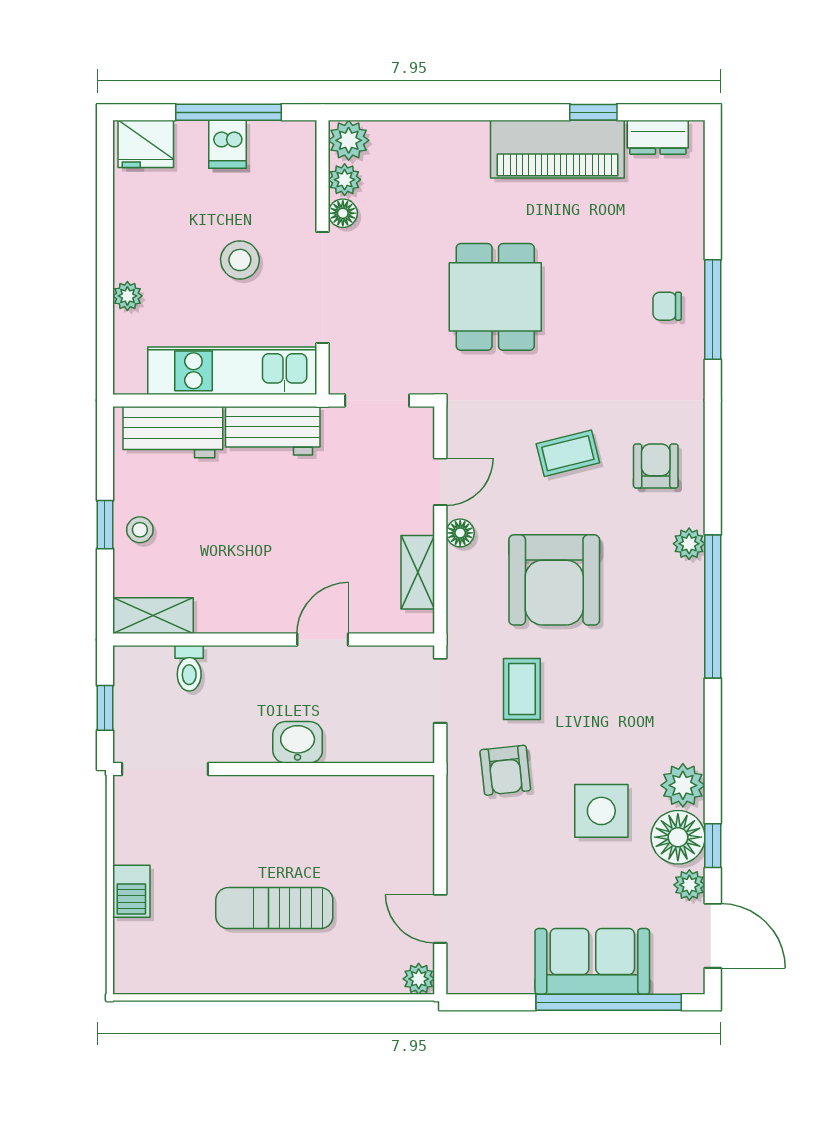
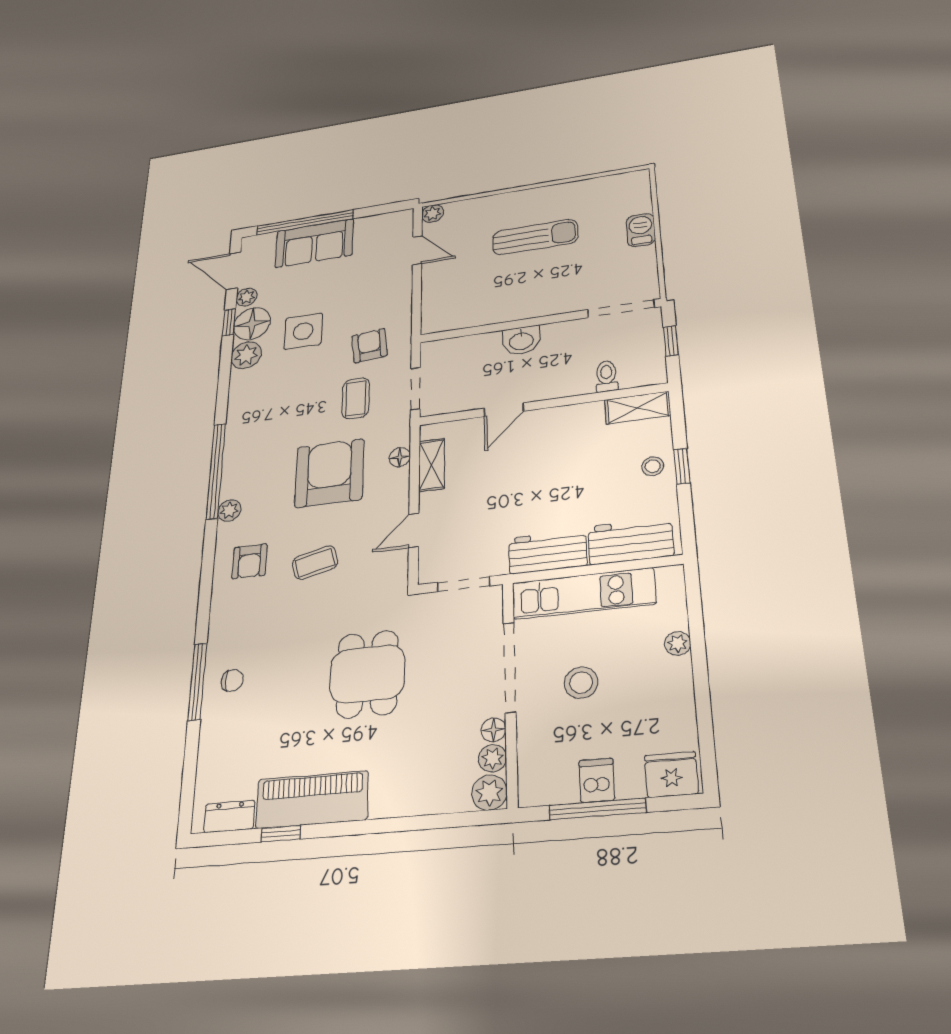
floor lamp: (460, 533) -> (400, 457), moved

